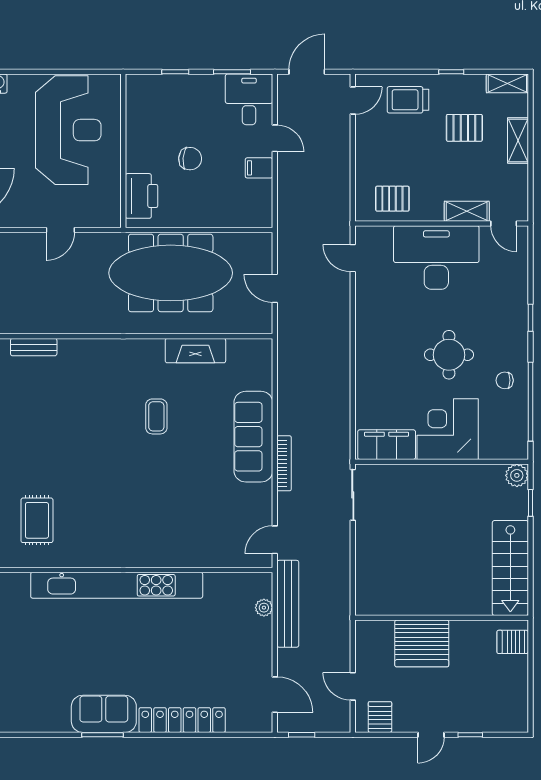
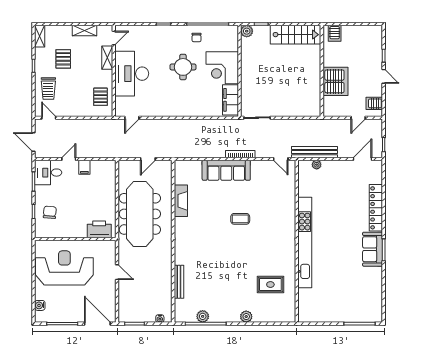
shelving: (518, 140) -> (84, 31), moved
chair: (190, 159) -> (50, 212), moved
bench: (34, 347) -> (179, 282), width x1.36
coffee table: (156, 416) -> (240, 219), moved

